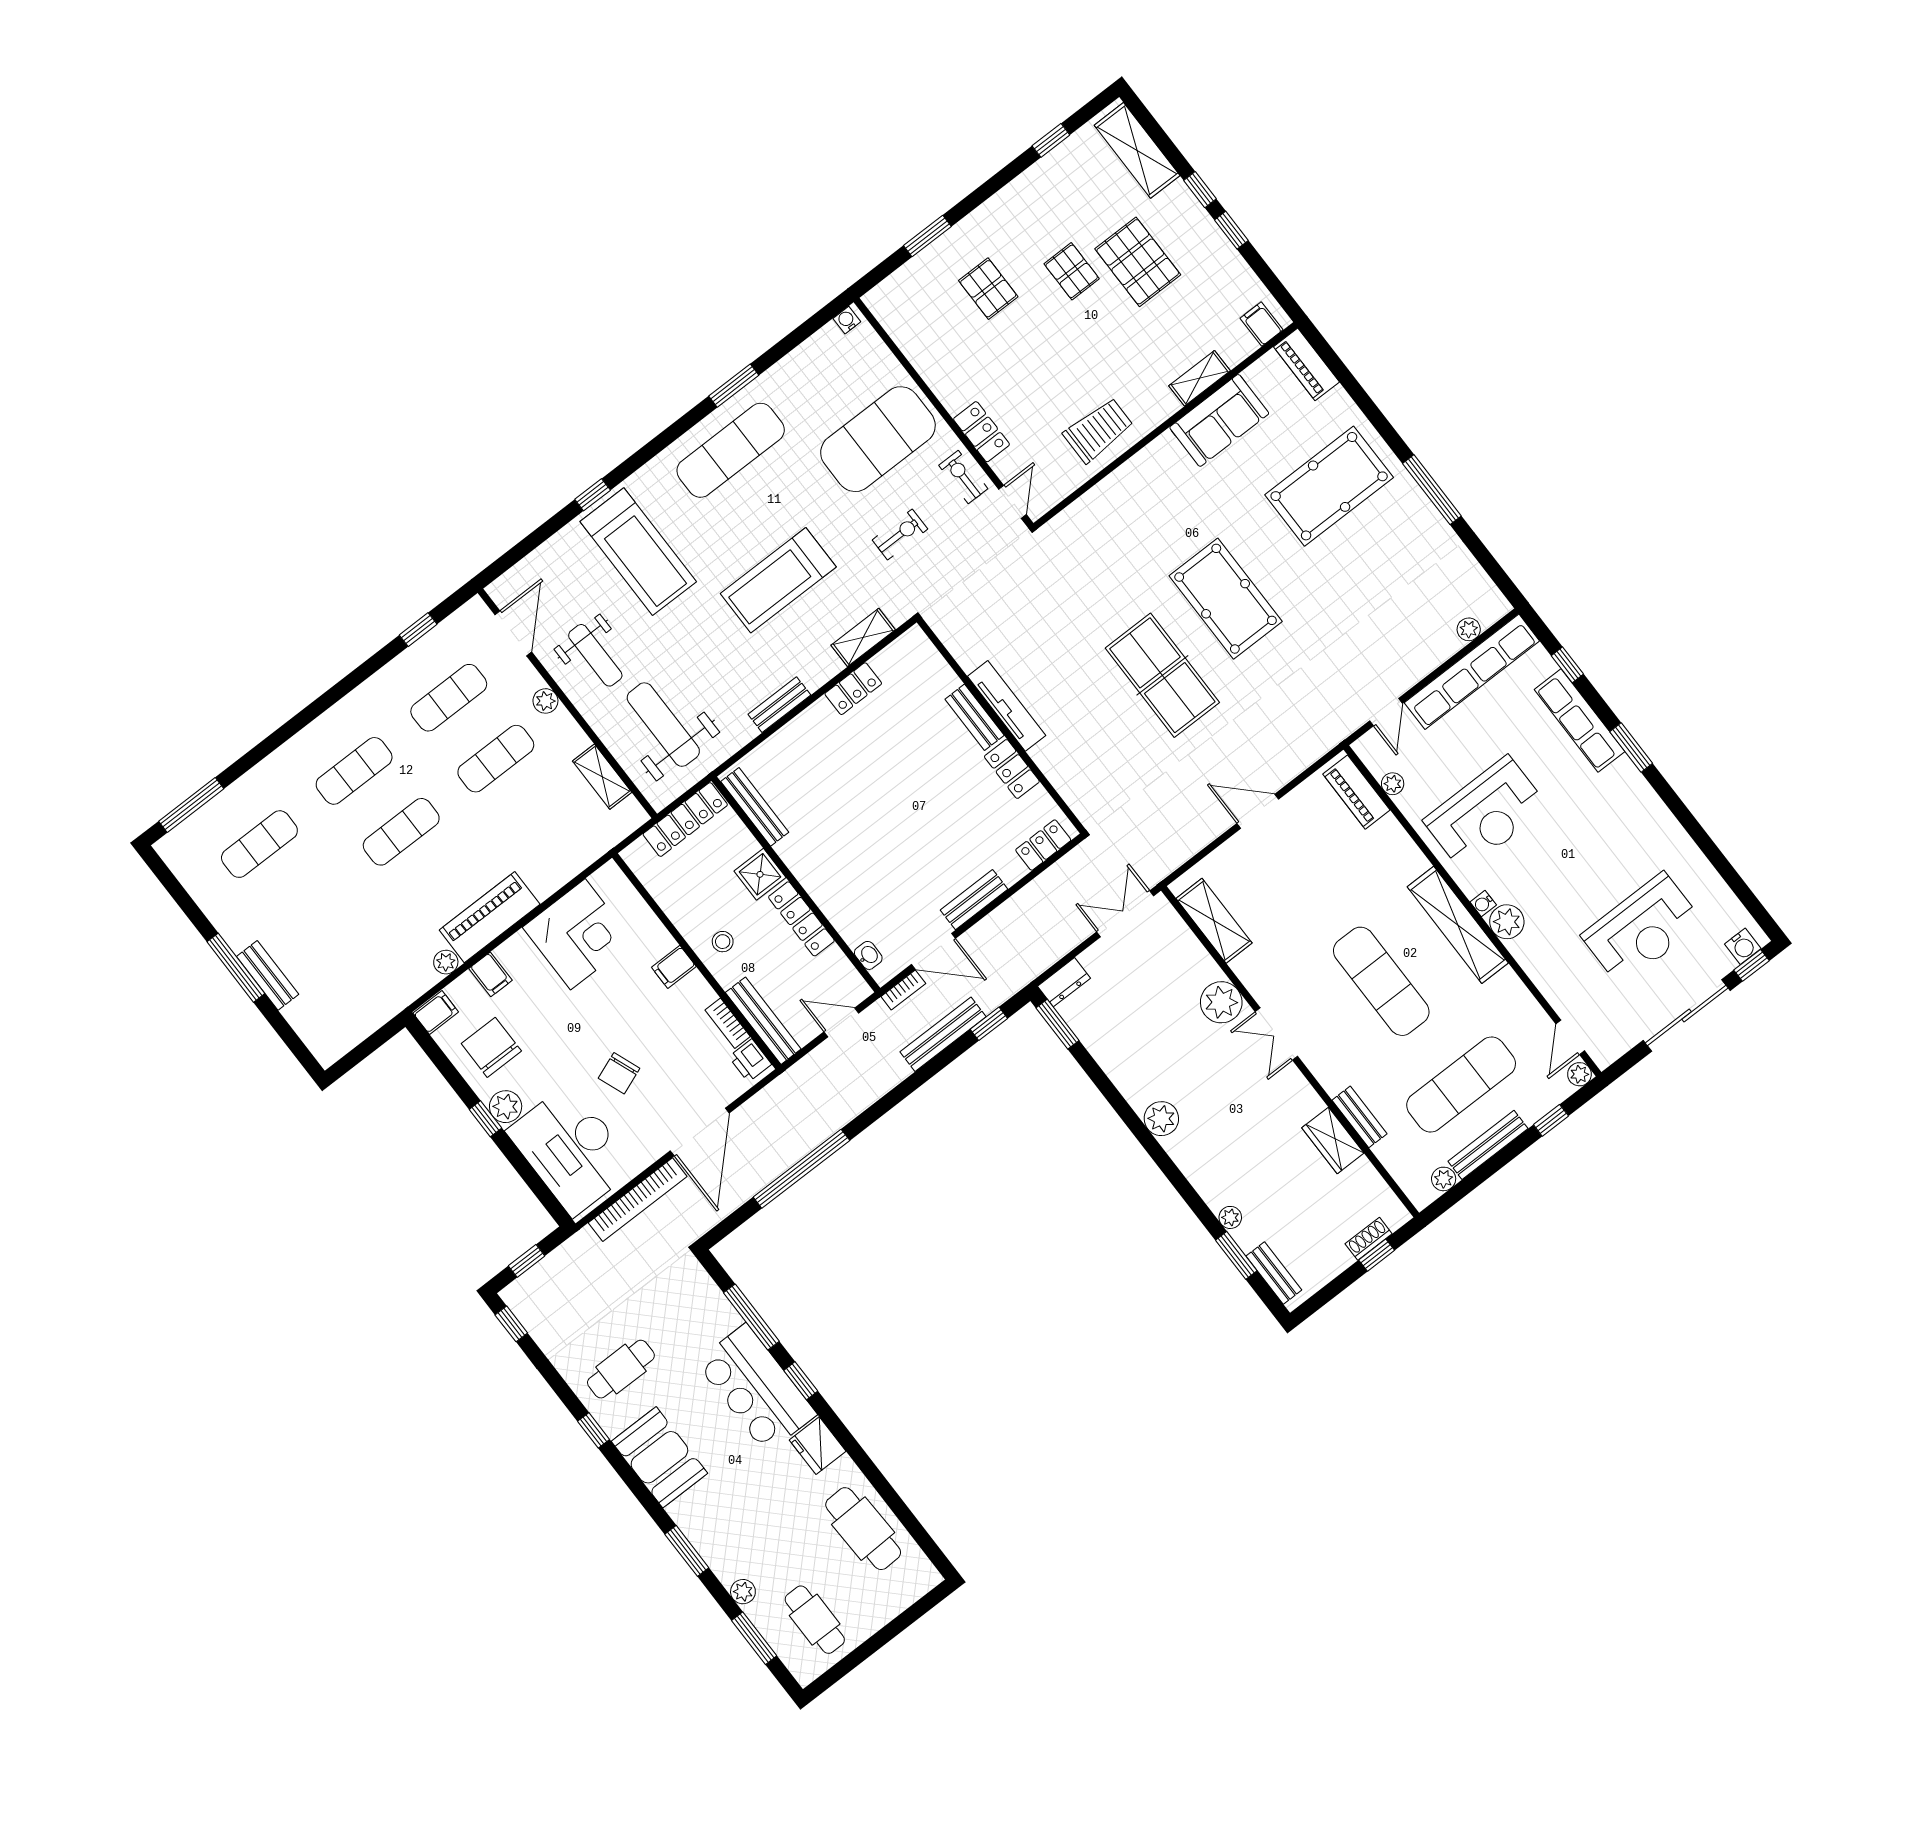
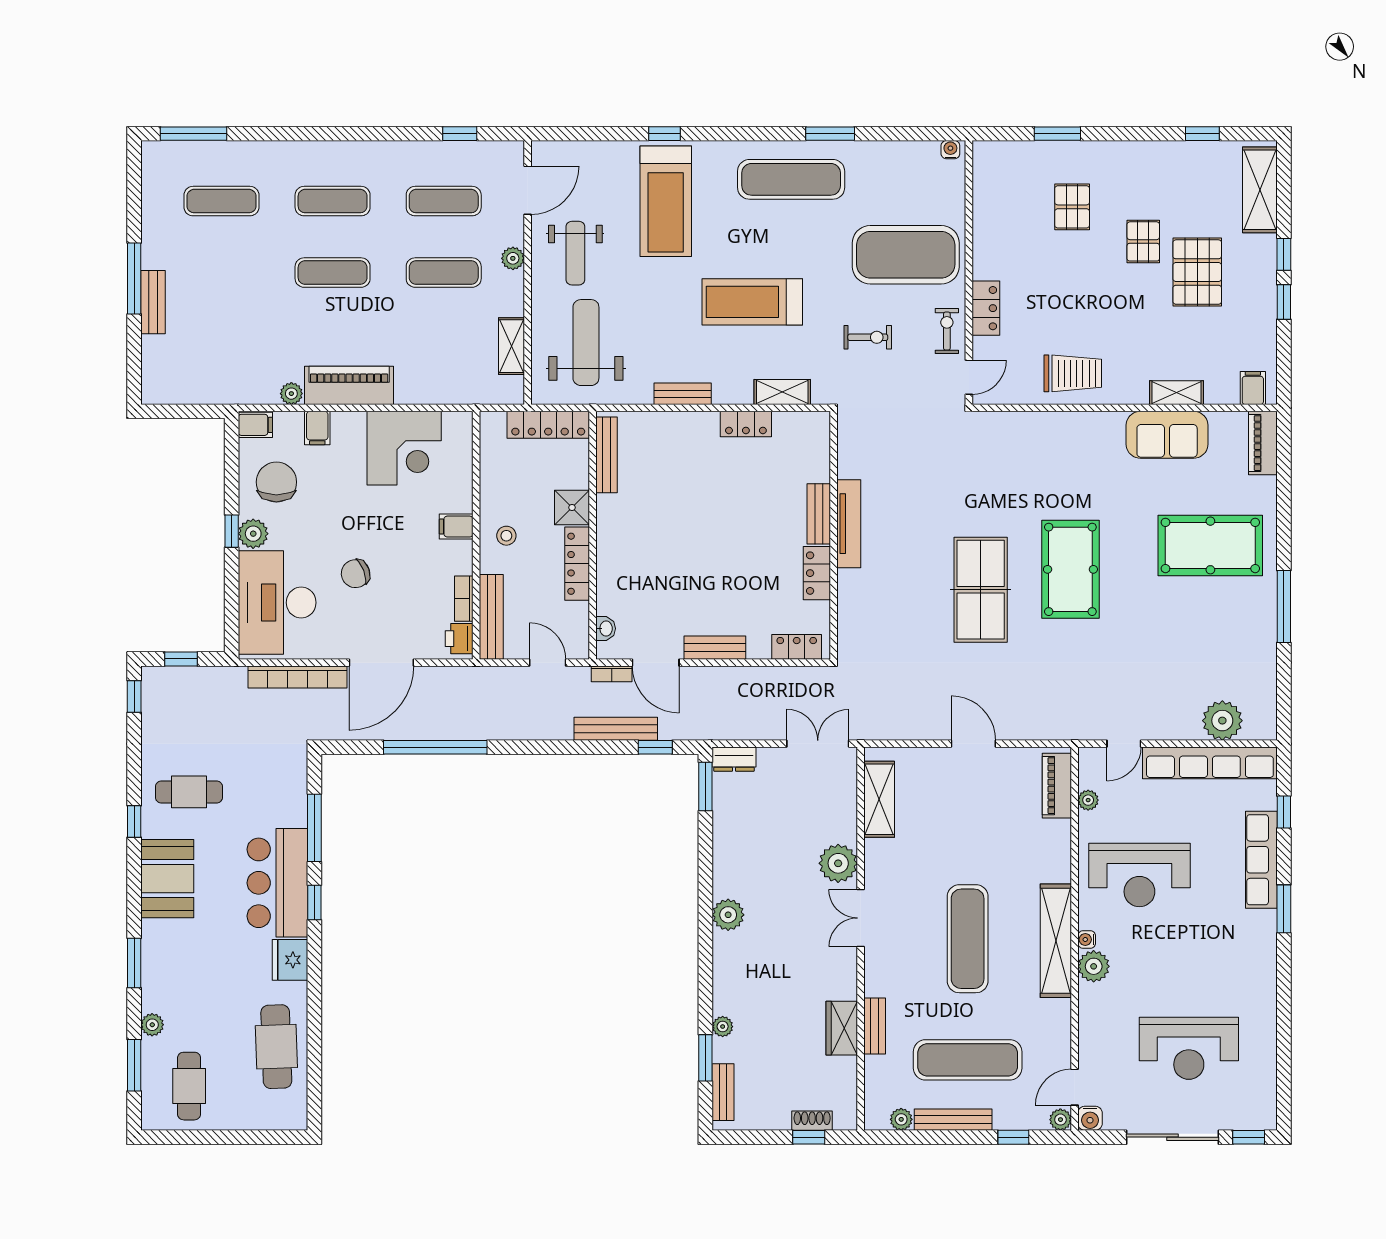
plant: (1469, 629) -> (1222, 721), width x1.87, depth x1.87
water cooler: (1743, 946) -> (1090, 1118), moved

